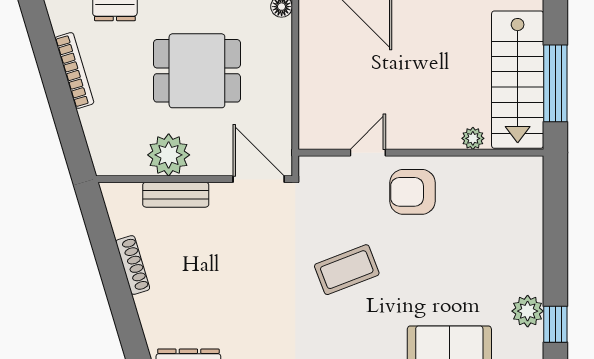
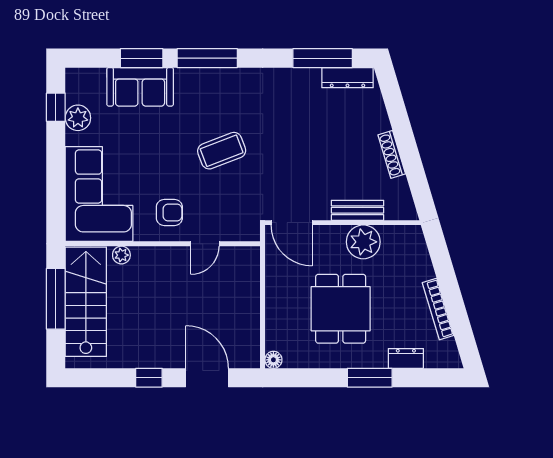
dining table: (197, 71) -> (341, 309), turned 90
armchair: (412, 192) -> (169, 212), width x0.72, depth x0.72
corner sofa: (501, 215) -> (99, 194), added

